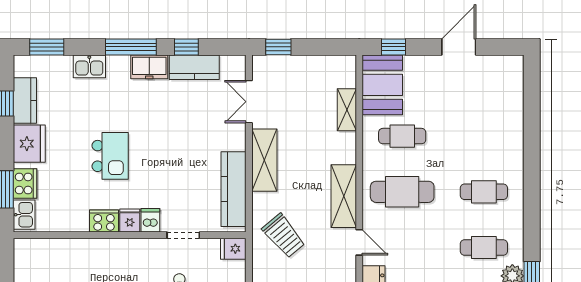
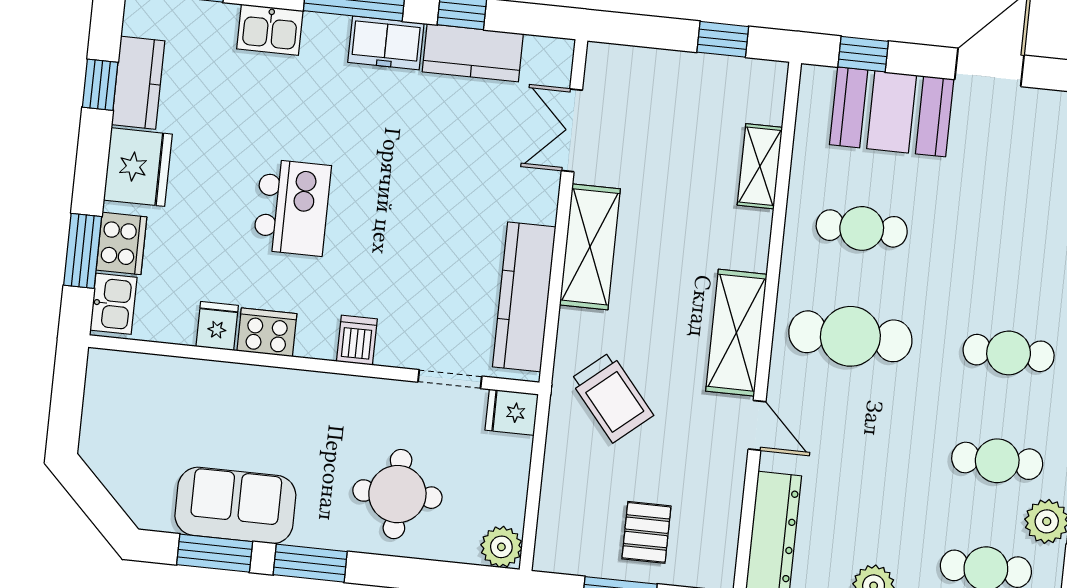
window: (278, 47) -> (723, 39), moved
booth: (382, 85) -> (892, 112), moved, turned 90
fridge: (130, 221) -> (217, 326), moved
doorway: (183, 235) -> (450, 379), moved

